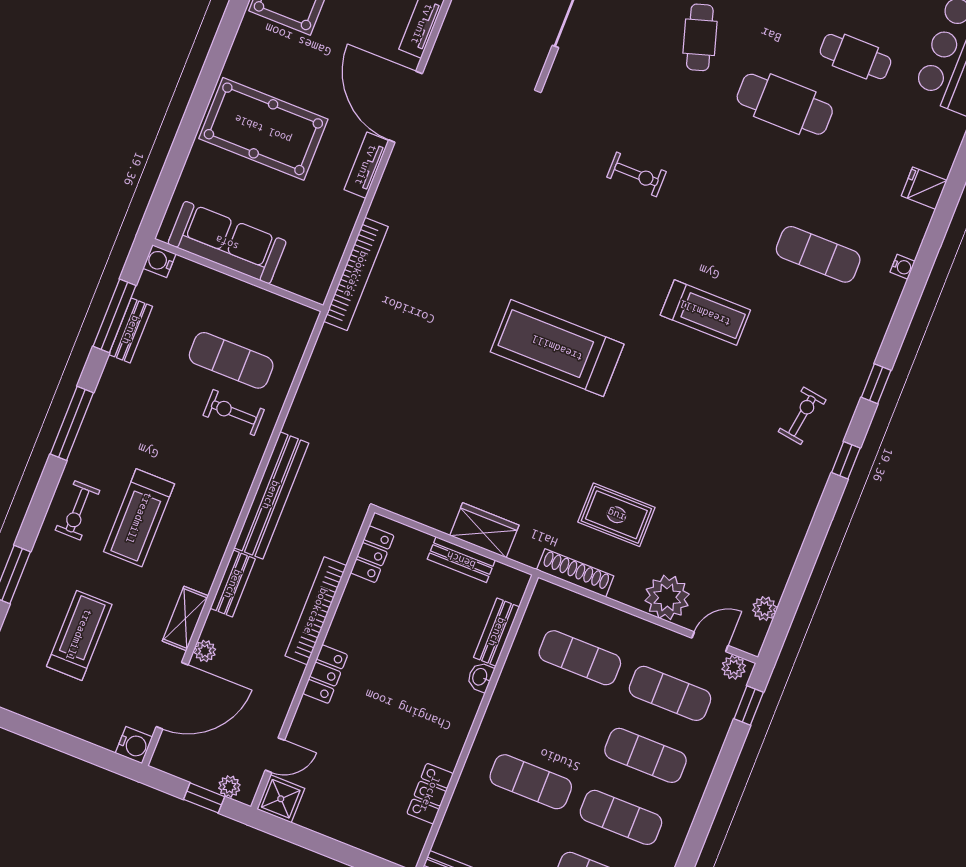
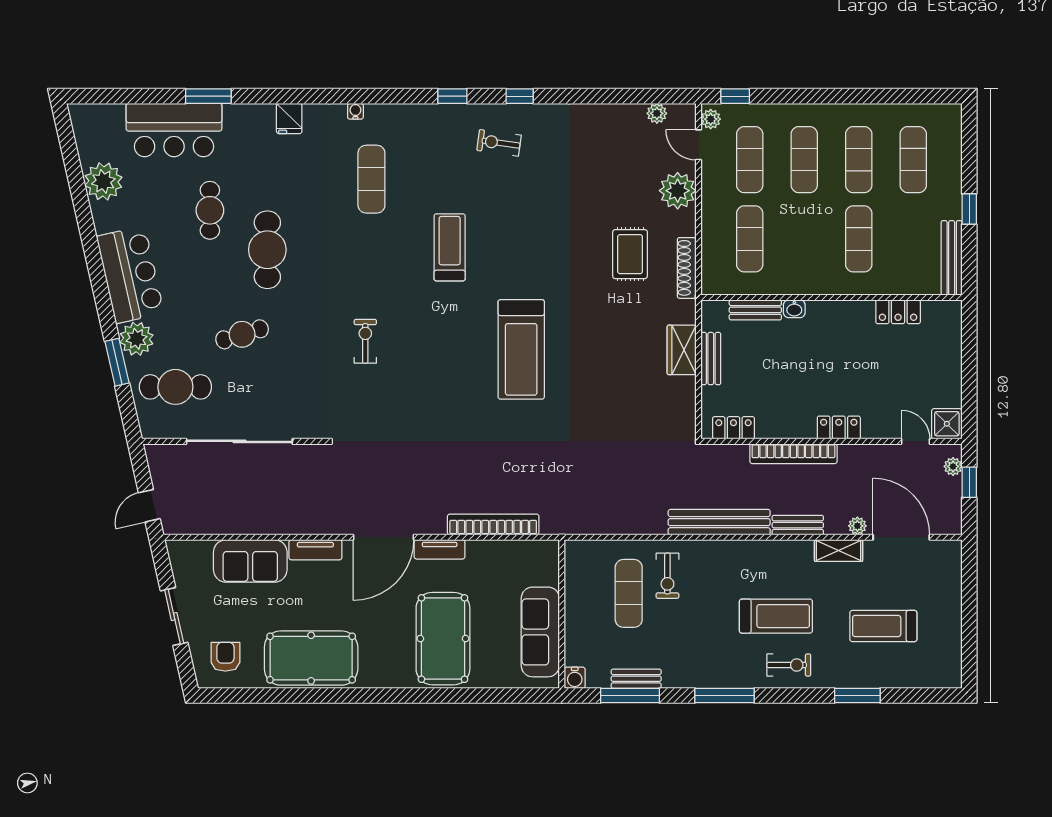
bookcase: (356, 274) -> (493, 524), moved
water cooler: (134, 745) -> (950, 551), removed

